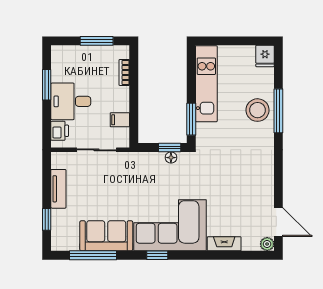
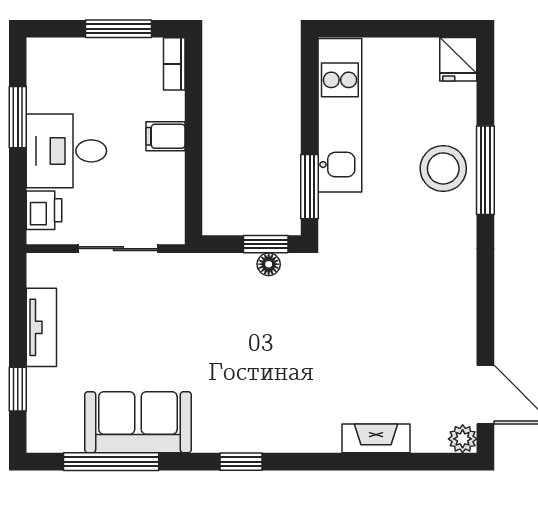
bookcase: (124, 72) -> (174, 64), moved
filing cabinet: (120, 120) -> (165, 136), moved
corner sofa: (170, 225) -> (267, 401), removed

